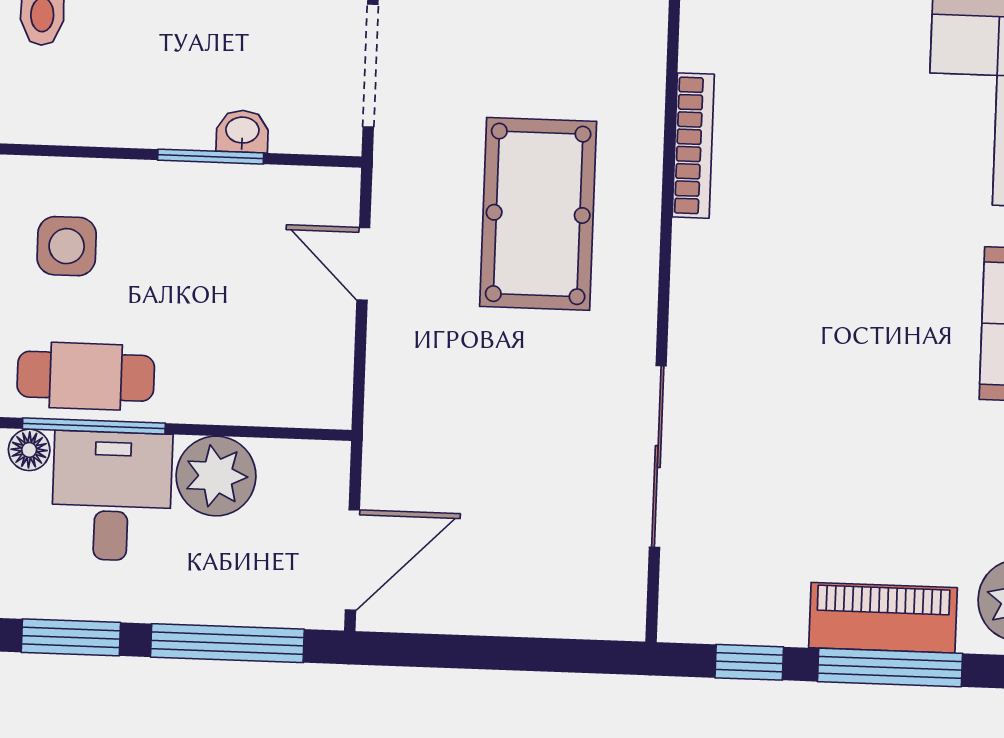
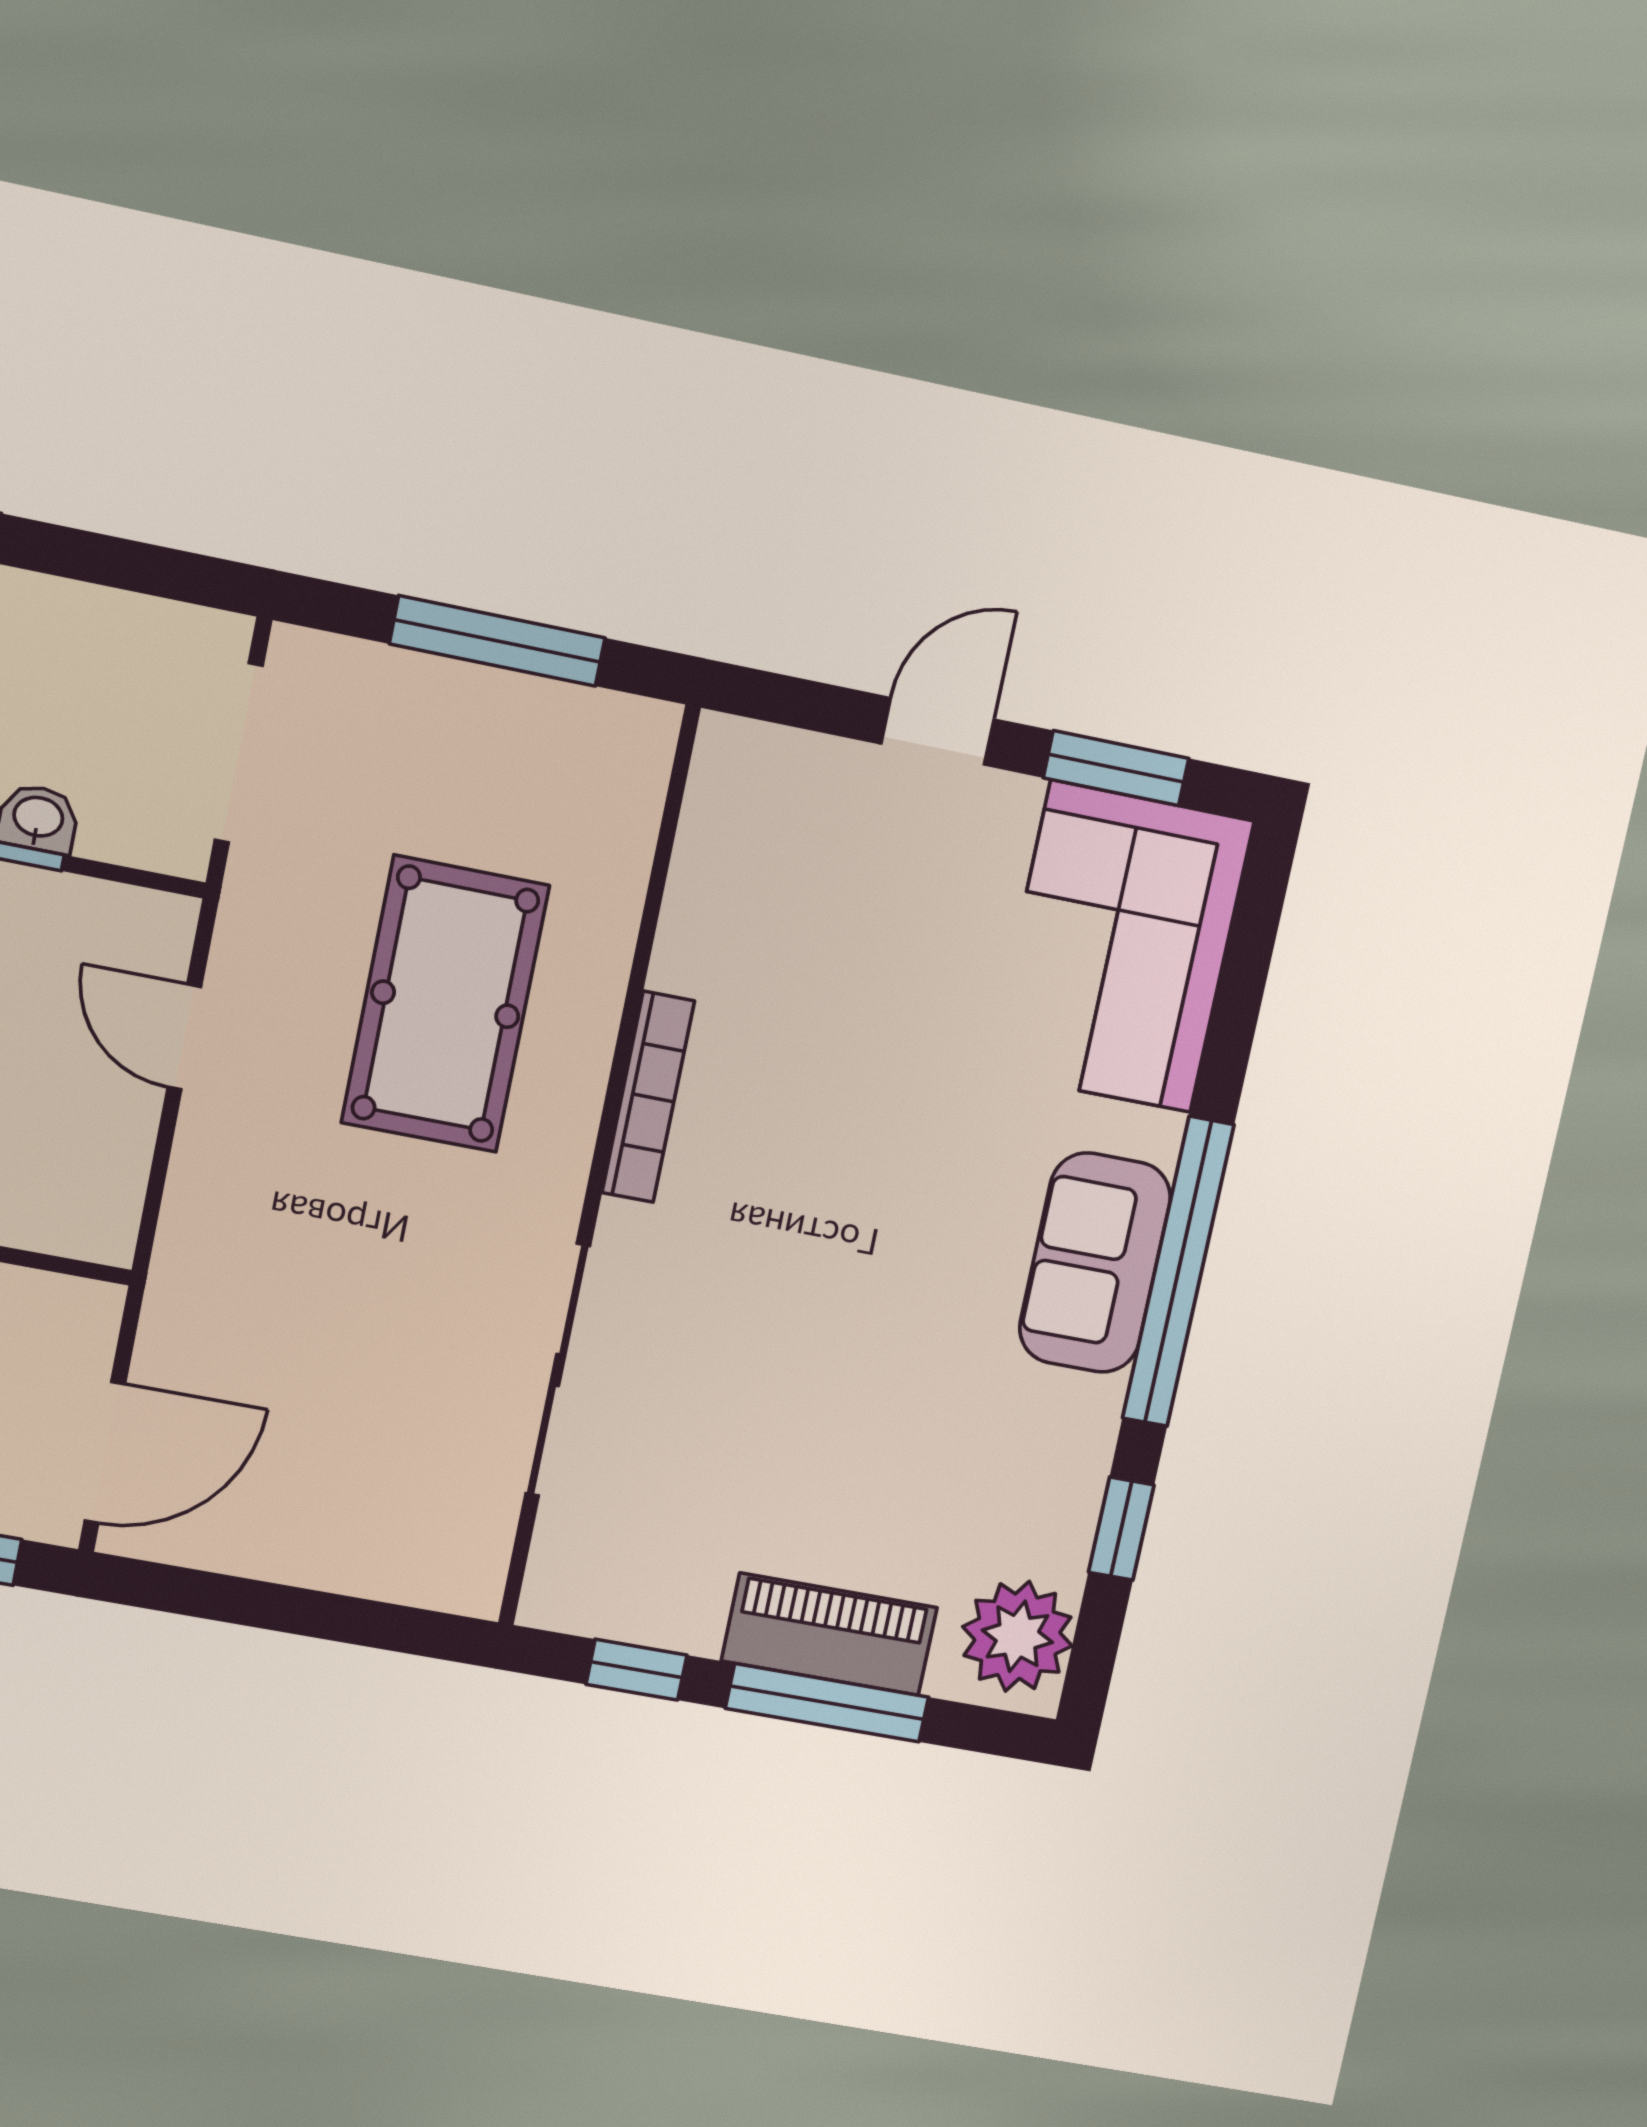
bookcase: (693, 146) -> (648, 1097), moved

